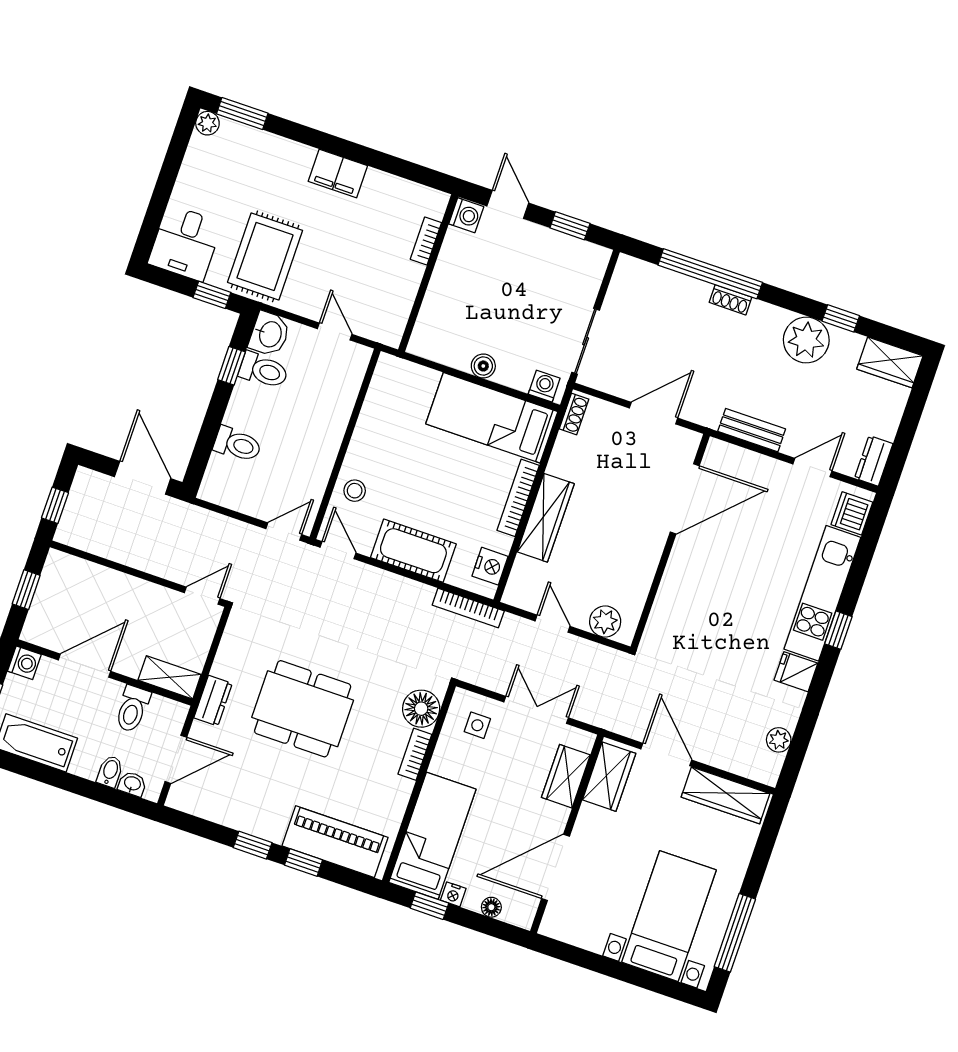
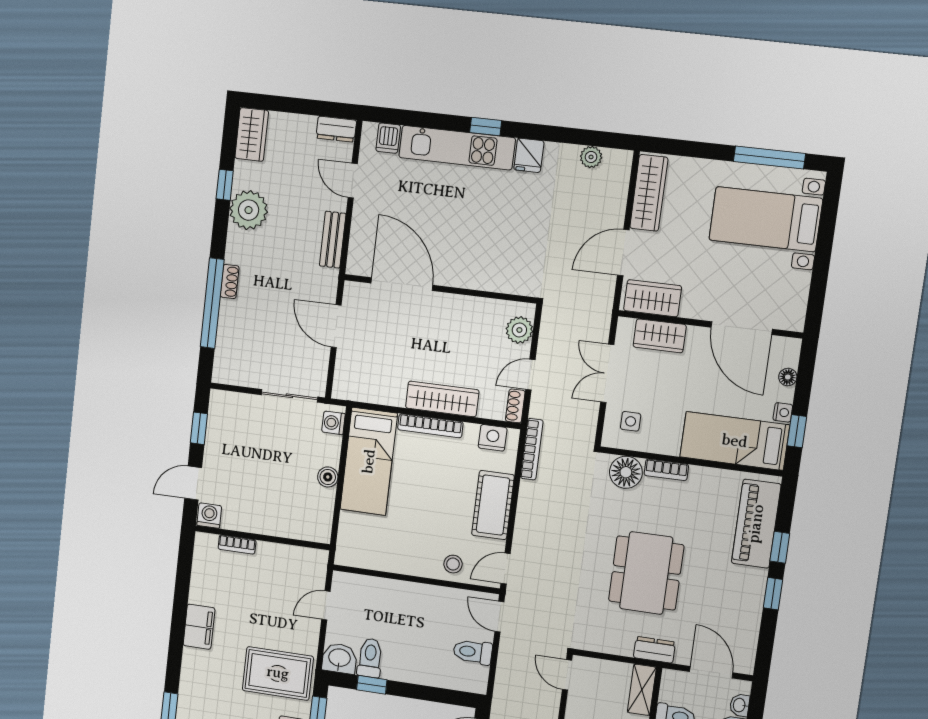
shoe rack: (574, 414) -> (515, 406), moved, turned -90
toilet: (237, 444) -> (473, 652), moved, turned -90
dishwasher: (852, 513) -> (388, 138), width x0.73

